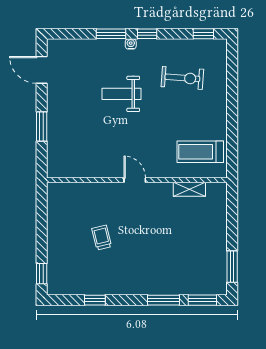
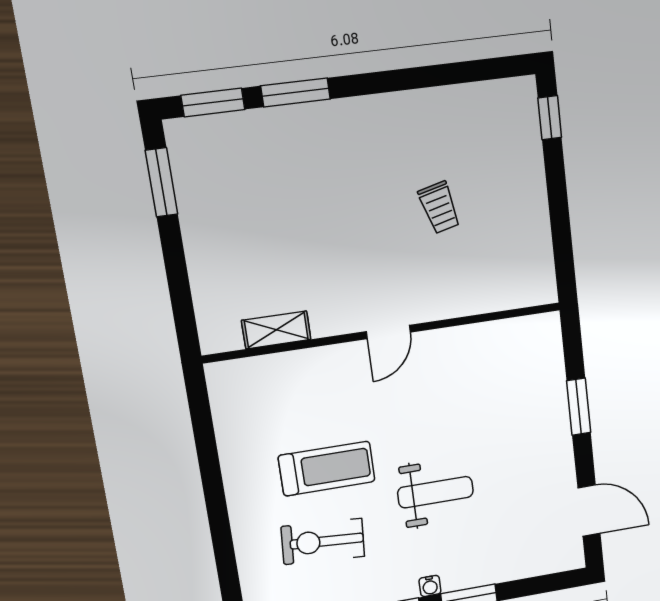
treadmill: (200, 152) -> (327, 469), moved
door: (135, 180) -> (388, 332), hinge flipped
window: (95, 300) -> (437, 75), removed

